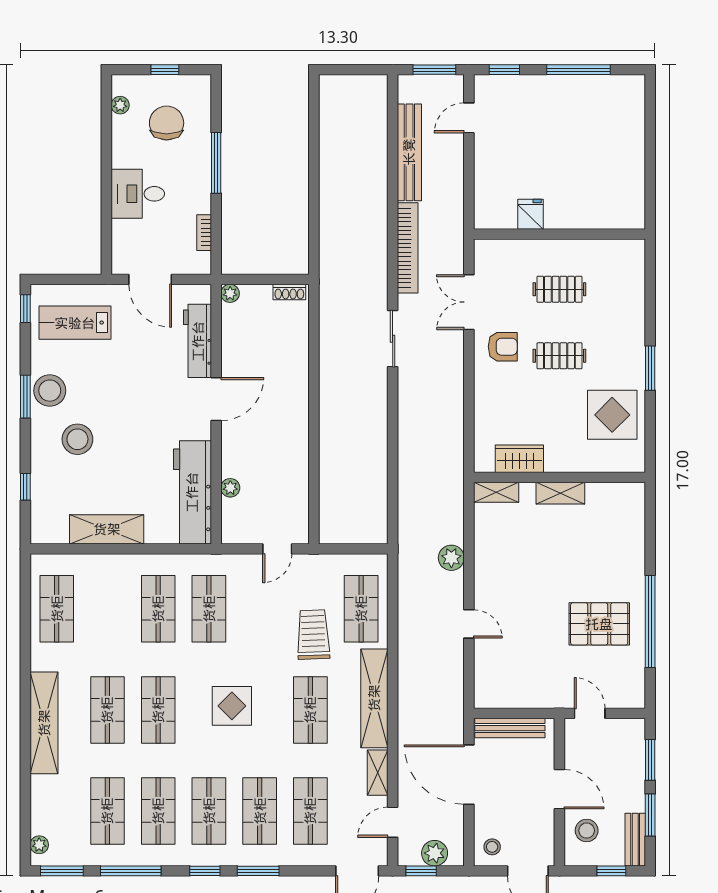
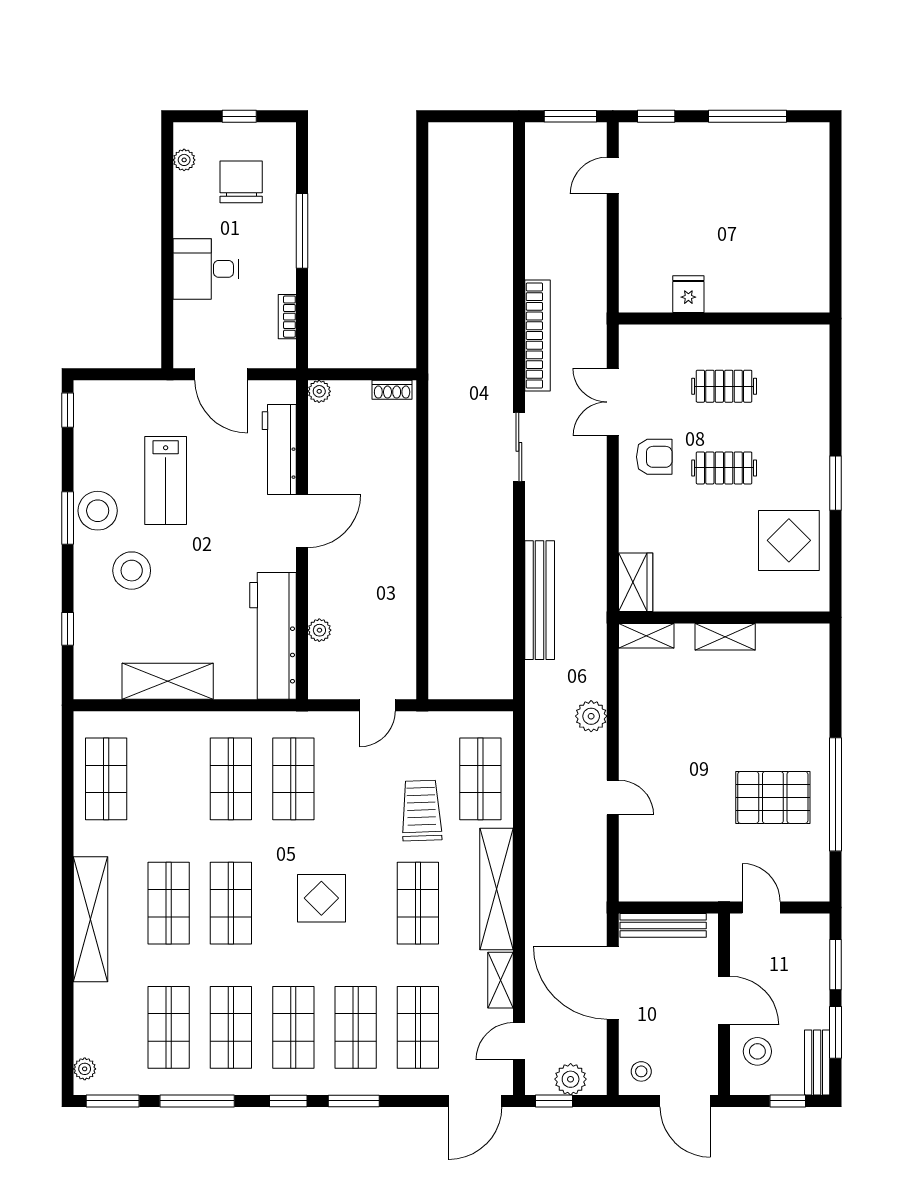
bench: (409, 152) -> (540, 600), moved
lab bench: (75, 323) -> (166, 480), moved, turned -90
wardrobe: (519, 459) -> (636, 582), moved, turned 90

